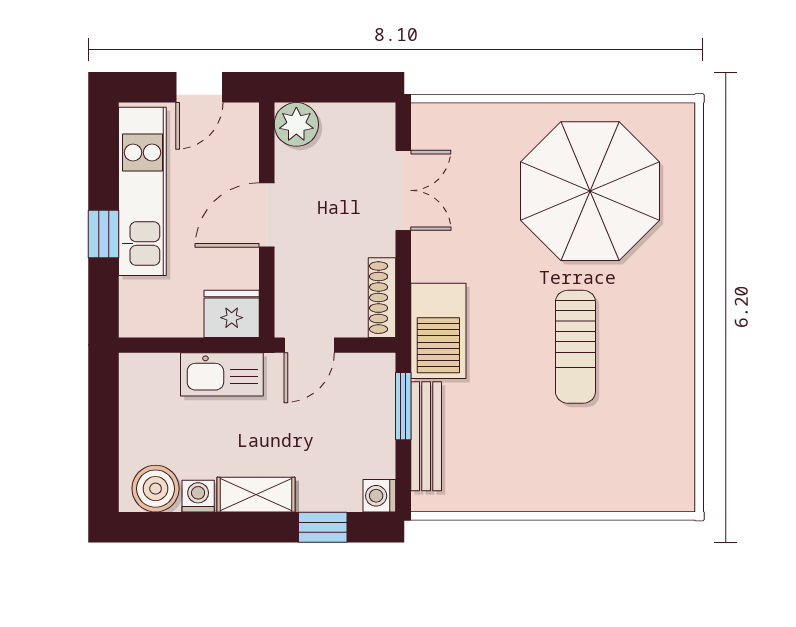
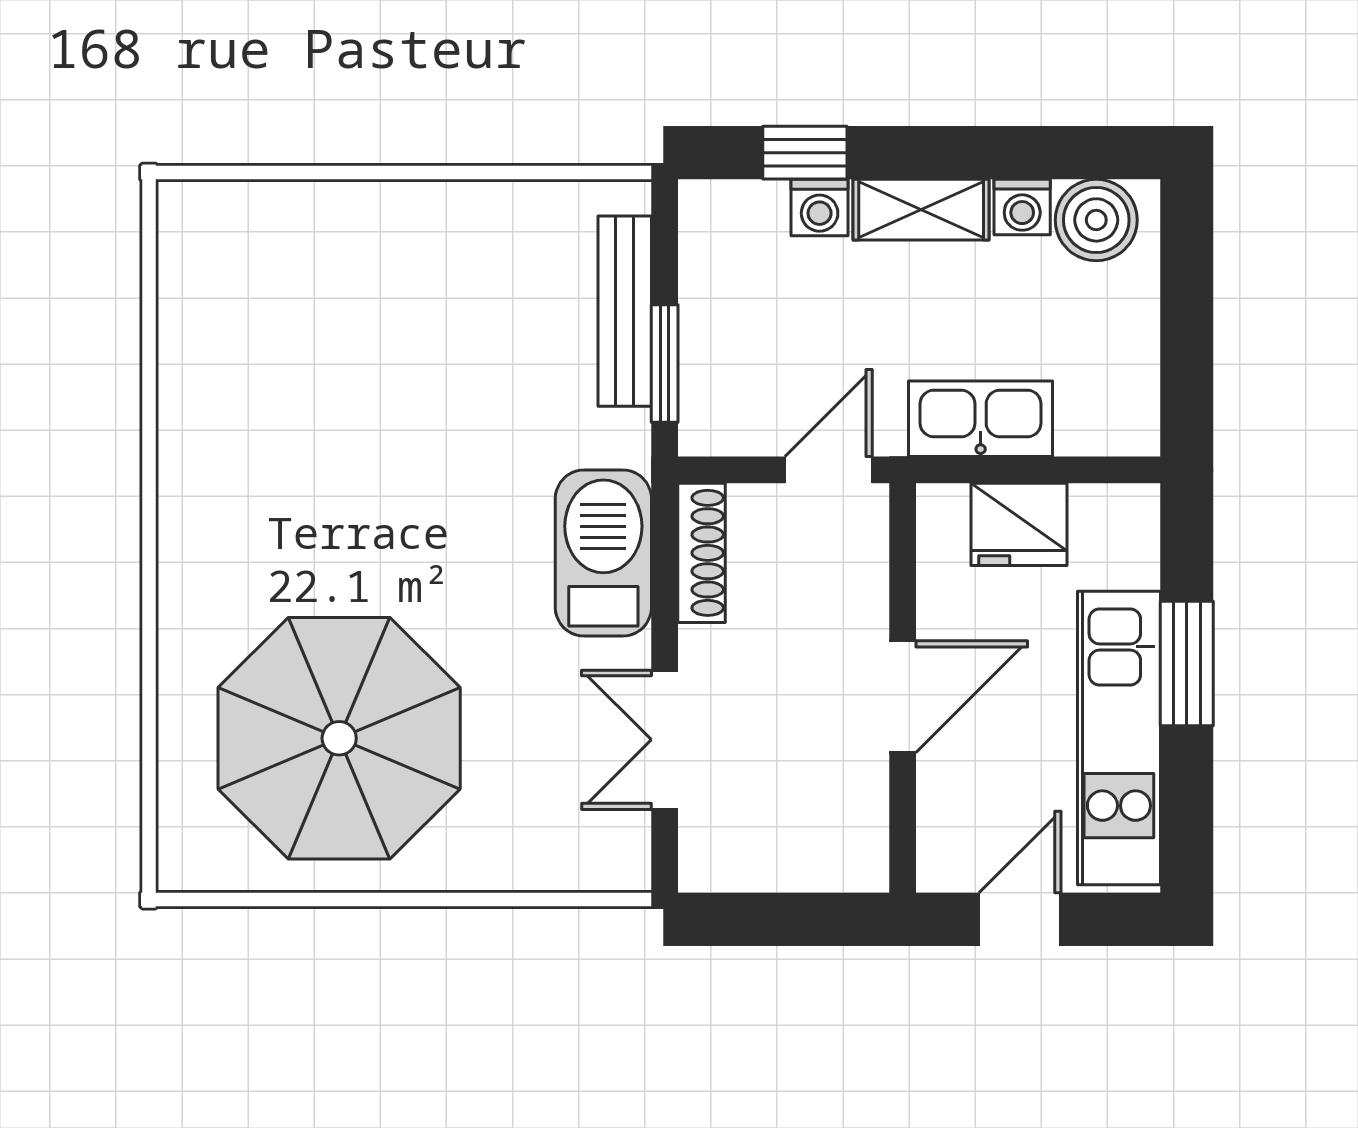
plant: (296, 124) -> (851, 855), removed
window: (104, 234) -> (1187, 664), width x1.50
fridge: (232, 314) -> (1019, 524), moved
barbecue: (438, 331) -> (603, 553), moved
sun lounger: (575, 347) -> (364, 467), removed
washing machine: (379, 496) -> (820, 207), moved, turned 90

